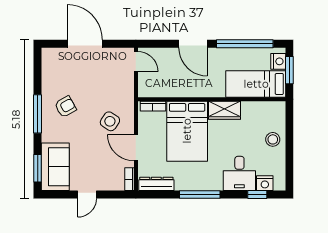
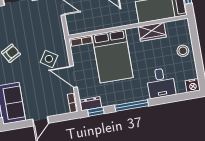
wardrobe: (224, 110) -> (152, 32), moved
nightstand: (265, 183) -> (193, 86), moved
dresser: (156, 184) -> (91, 104), width x0.70
window: (257, 195) -> (96, 112), moved

